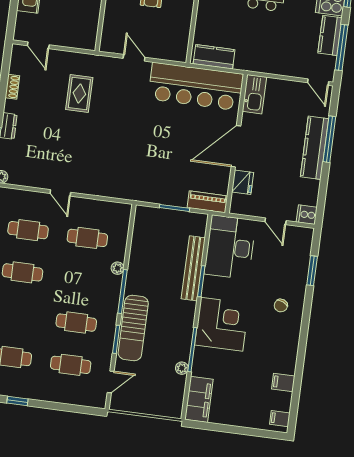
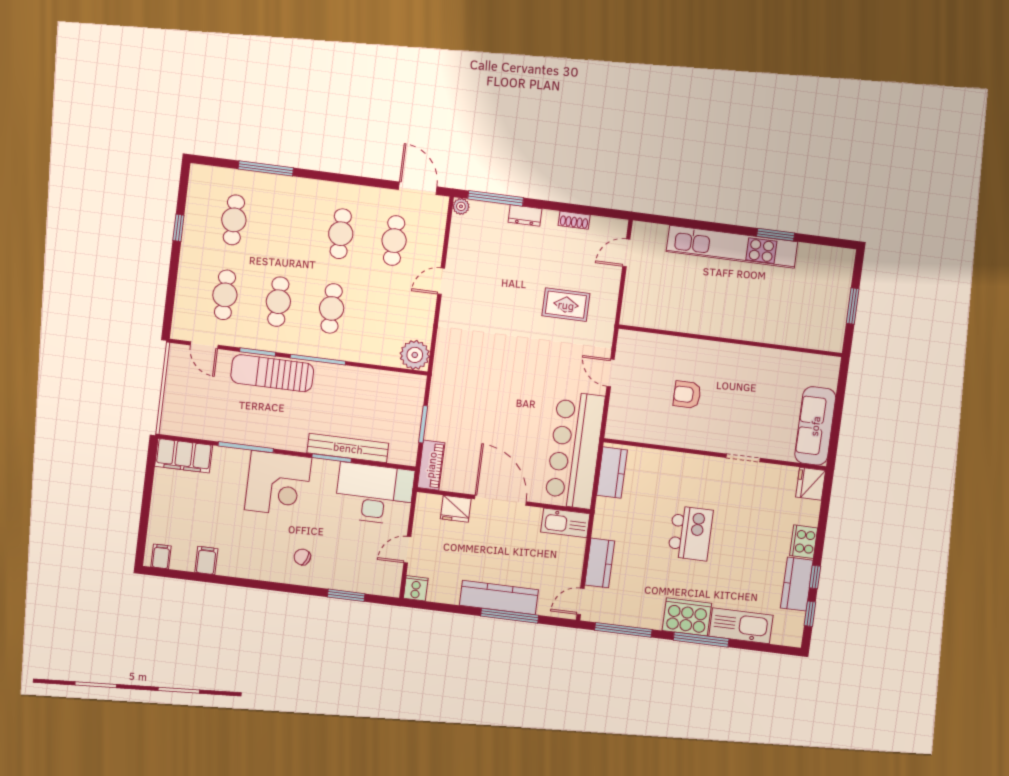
kitchen counter: (330, 35) -> (600, 563), moved, turned 90
door: (134, 58) -> (611, 373), swing flipped
cafe table: (87, 238) -> (332, 308), moved
plant: (118, 268) -> (415, 355), moved, width x1.88, depth x1.88
plant: (182, 368) -> (223, 434), removed

